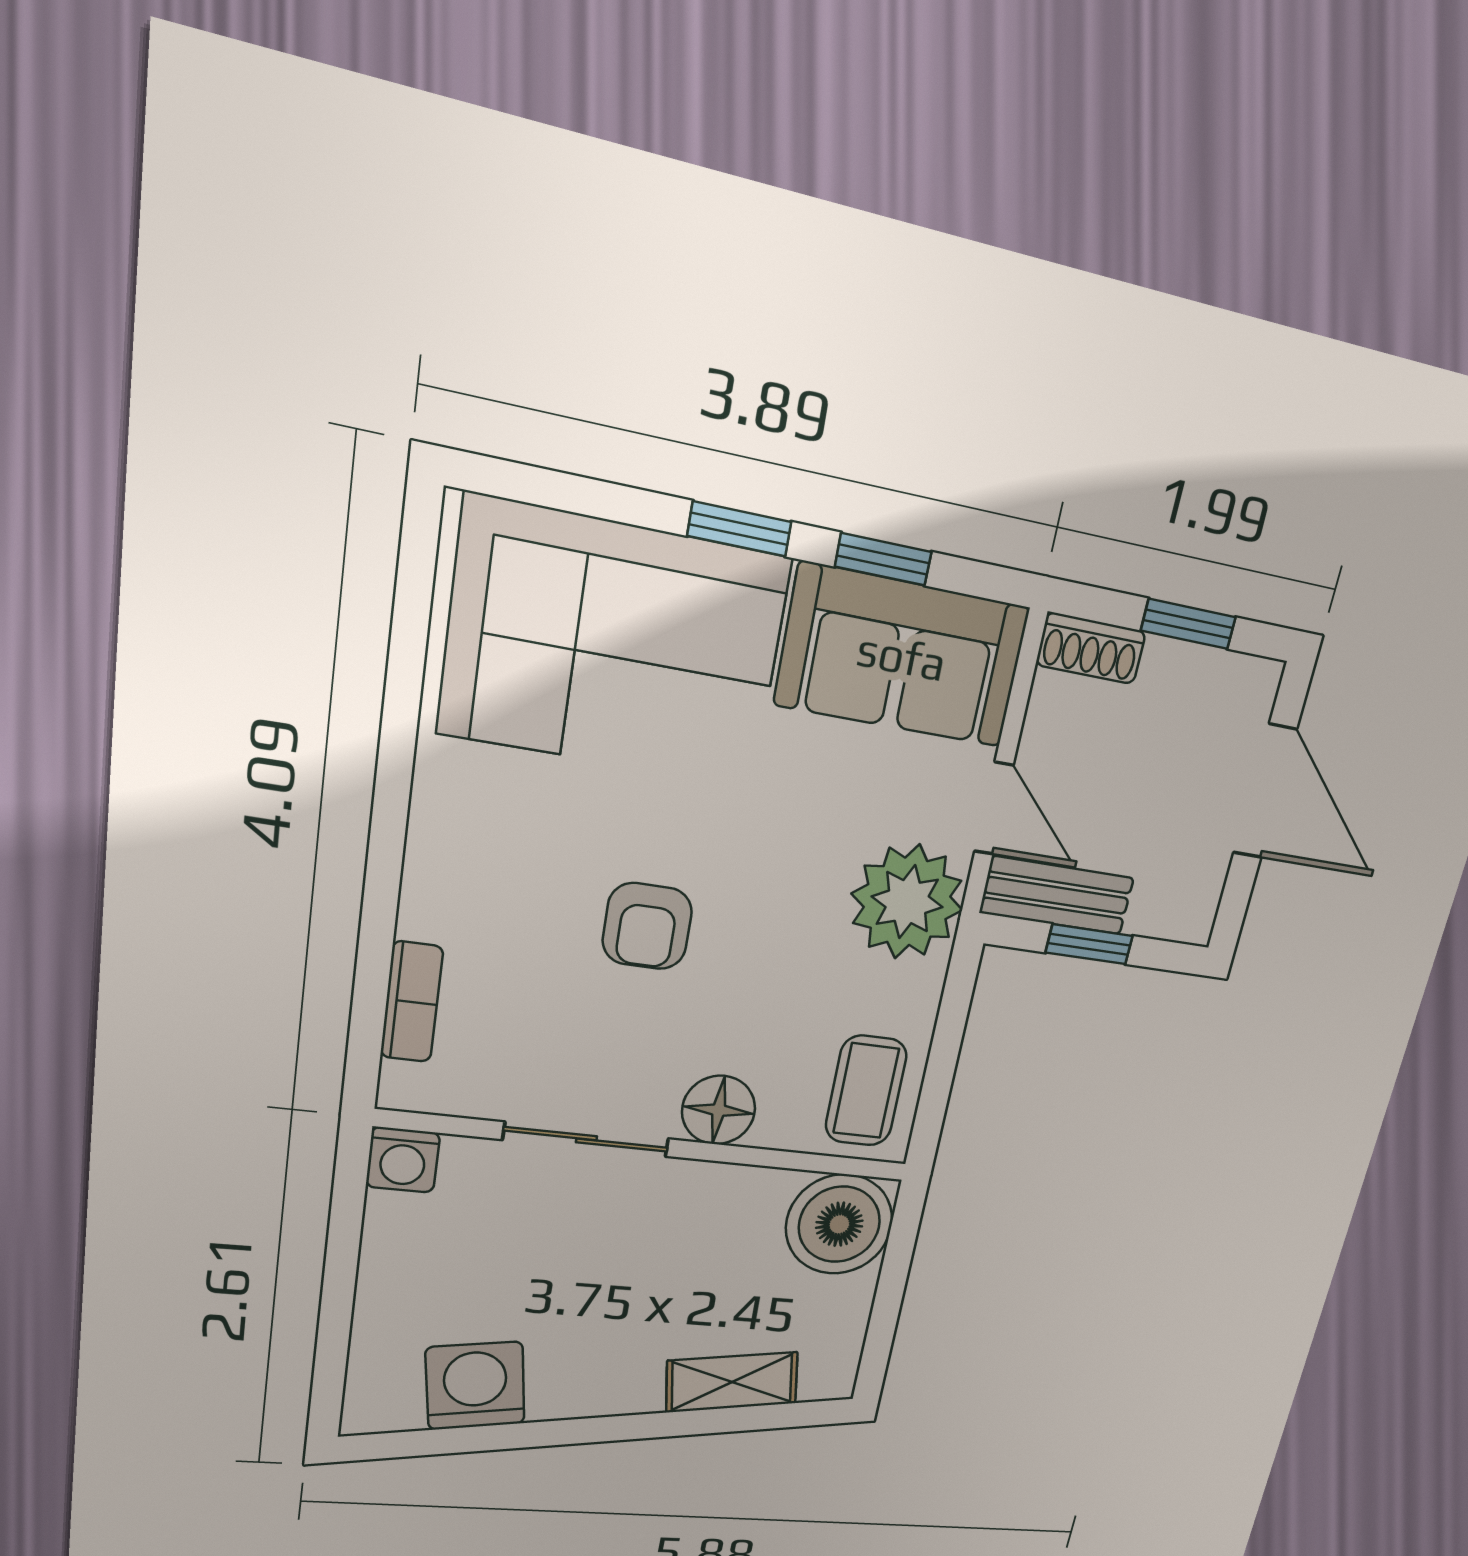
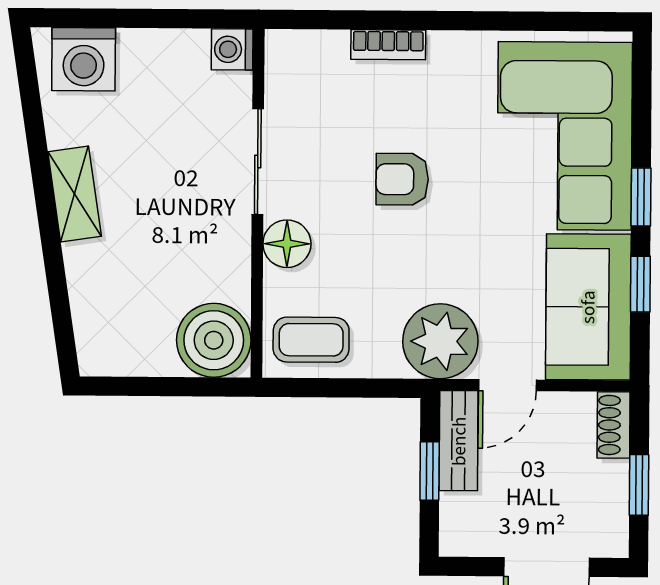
bookcase: (412, 1002) -> (388, 45), moved
shelving: (732, 1382) -> (75, 194), moved
washing machine: (475, 1386) -> (84, 59), moved, turned 99

